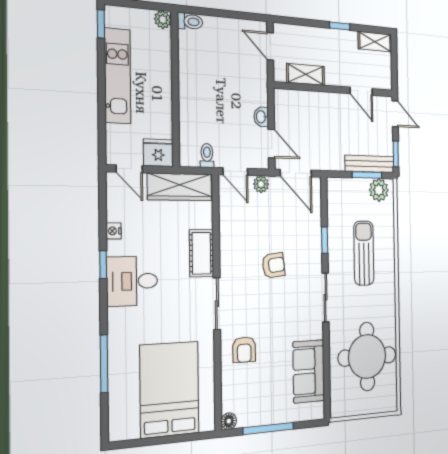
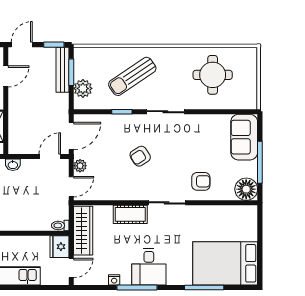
washbasin: (261, 117) -> (13, 165), moved
toilet: (207, 156) -> (60, 225), moved
plant: (379, 190) -> (83, 88), moved
sun lounger: (364, 253) -> (132, 76), turned -34
window: (103, 265) -> (137, 288), width x2.17
armchair: (274, 265) -> (140, 156), turned -115
round table: (367, 356) -> (213, 75), width x0.73, depth x0.73
sofa: (309, 371) -> (244, 137), moved, turned 90
bed: (170, 389) -> (225, 263), moved
floor lamp: (229, 421) -> (246, 189), width x1.89, depth x1.89

